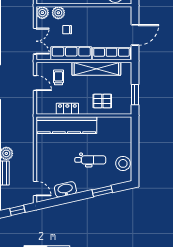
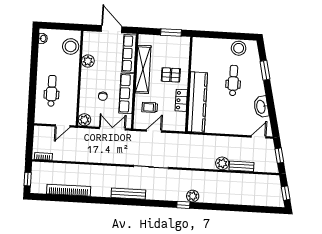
plant: (58, 13) -> (88, 61), moved
pallet: (102, 101) -> (171, 75), moved, turned 90

